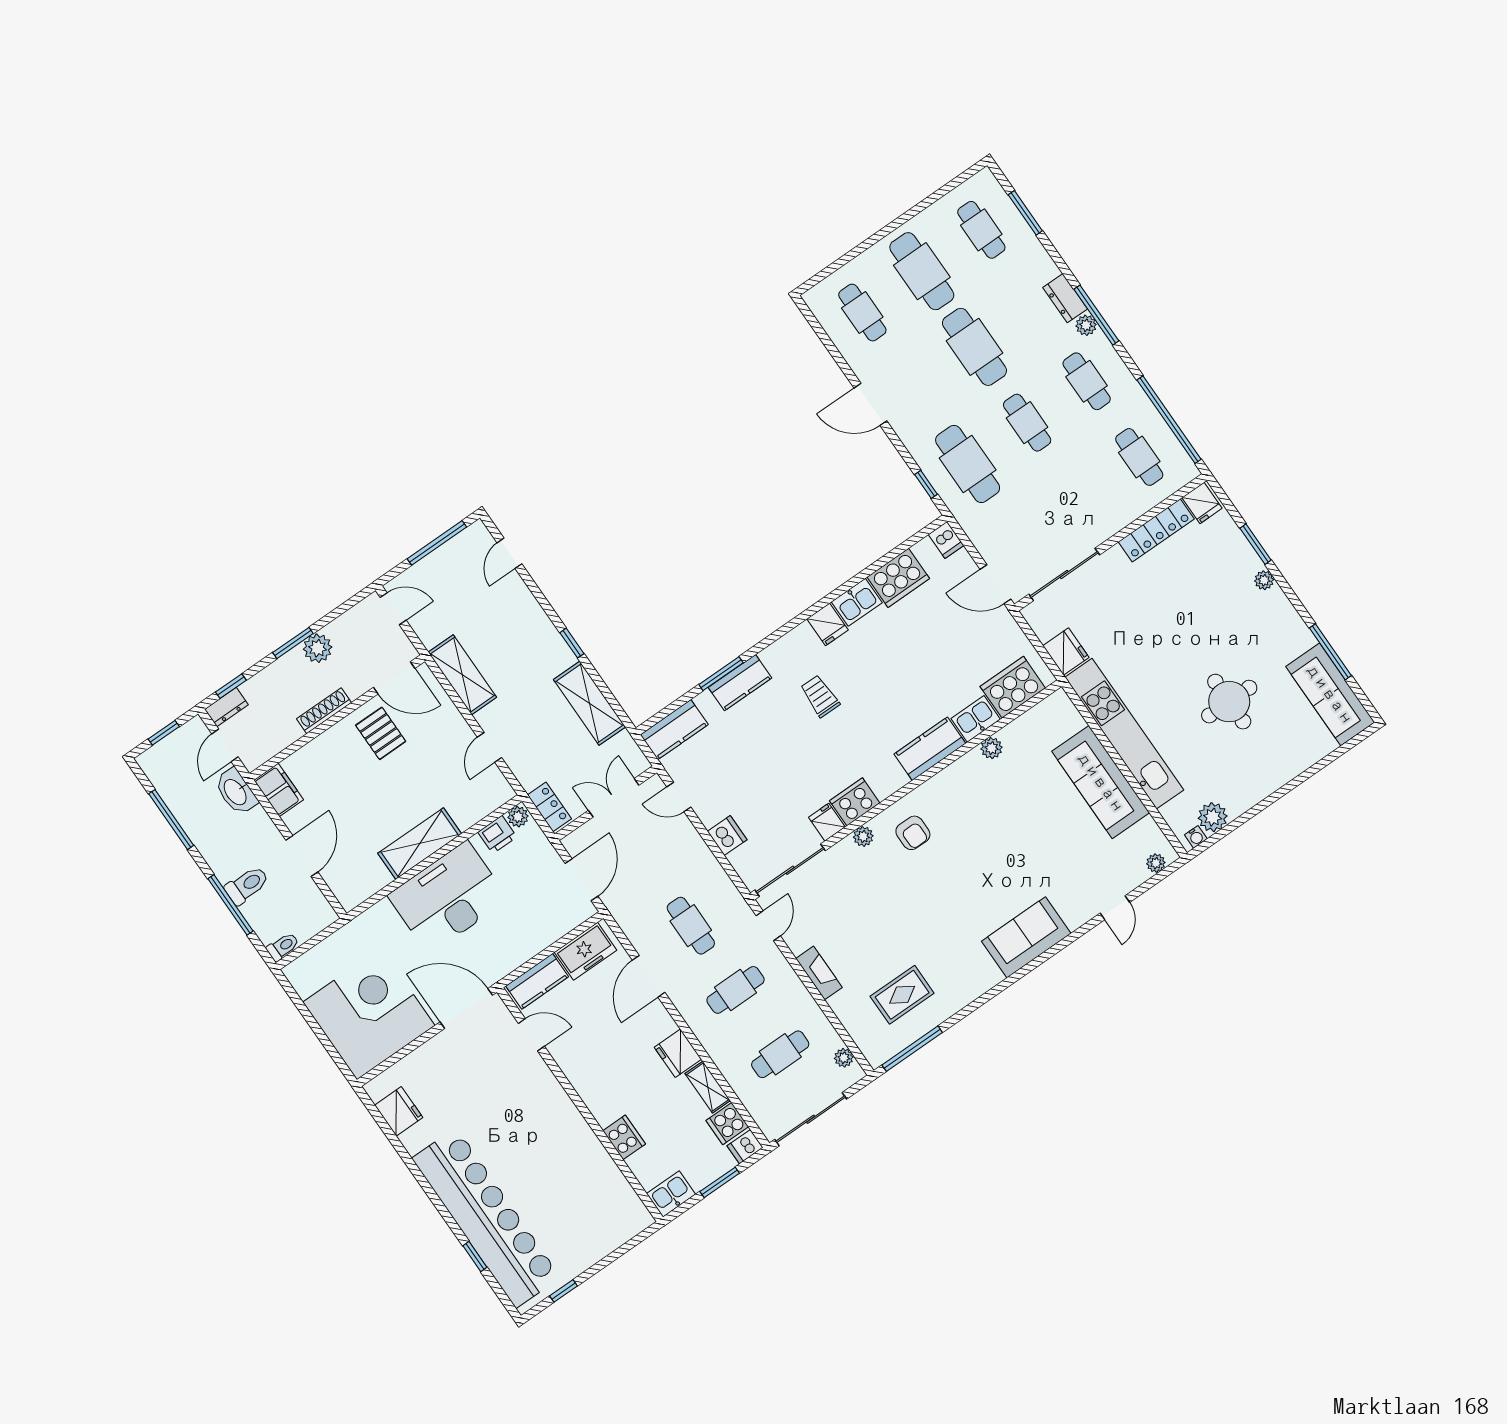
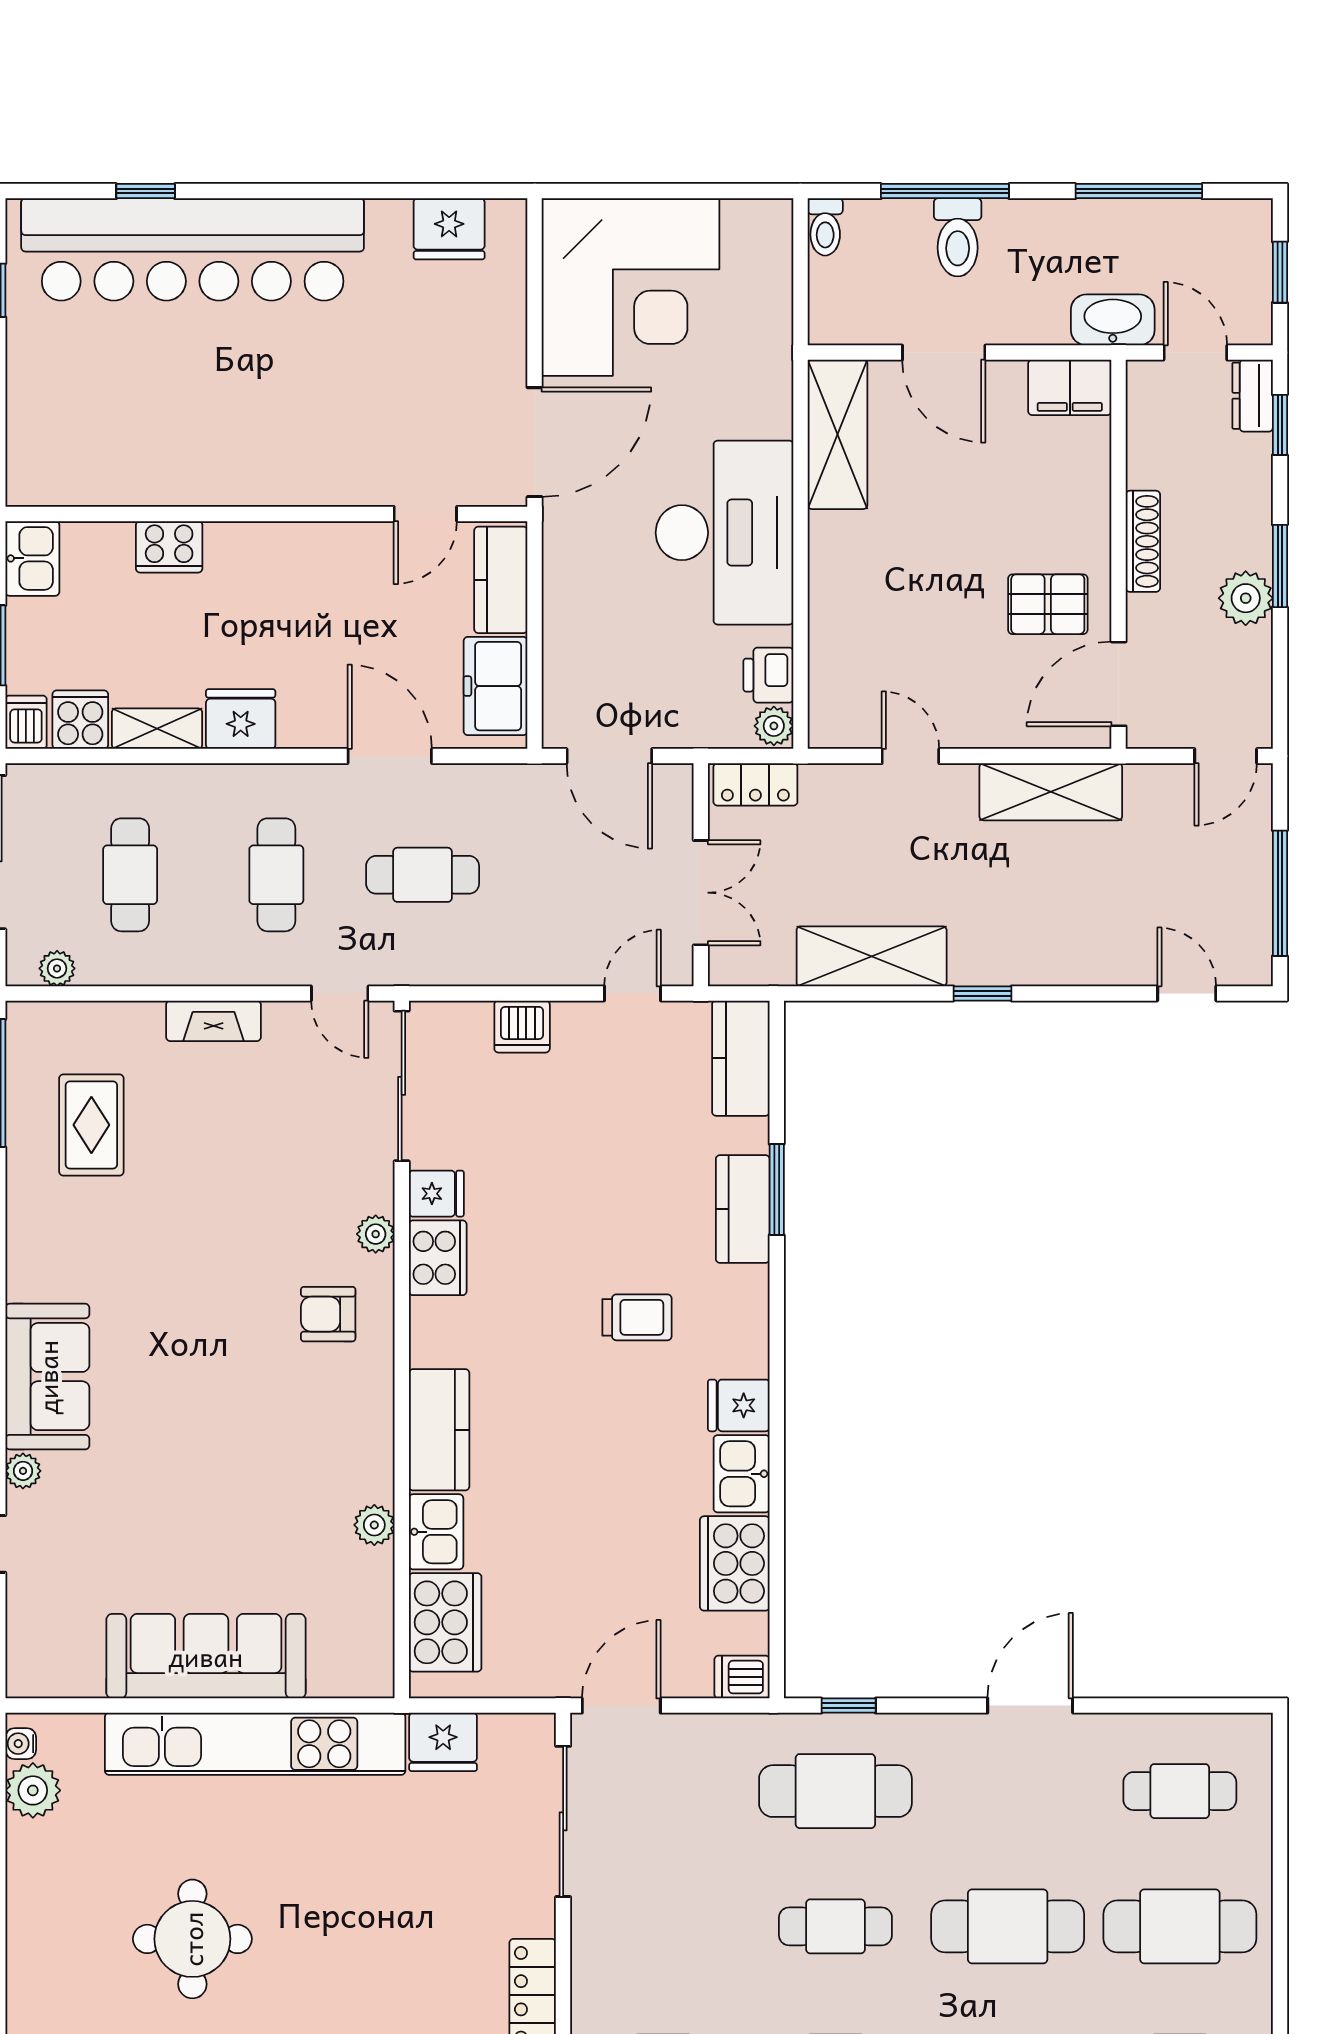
shelving: (420, 844) -> (837, 434), moved
plant: (1156, 863) -> (23, 1471), moved

